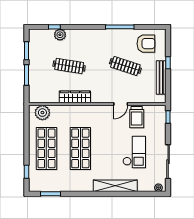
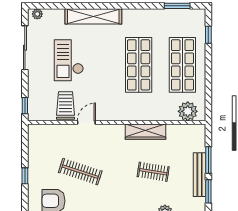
clothes rail: (69, 66) -> (153, 172), width x0.73
bench: (161, 77) -> (200, 175), moved

